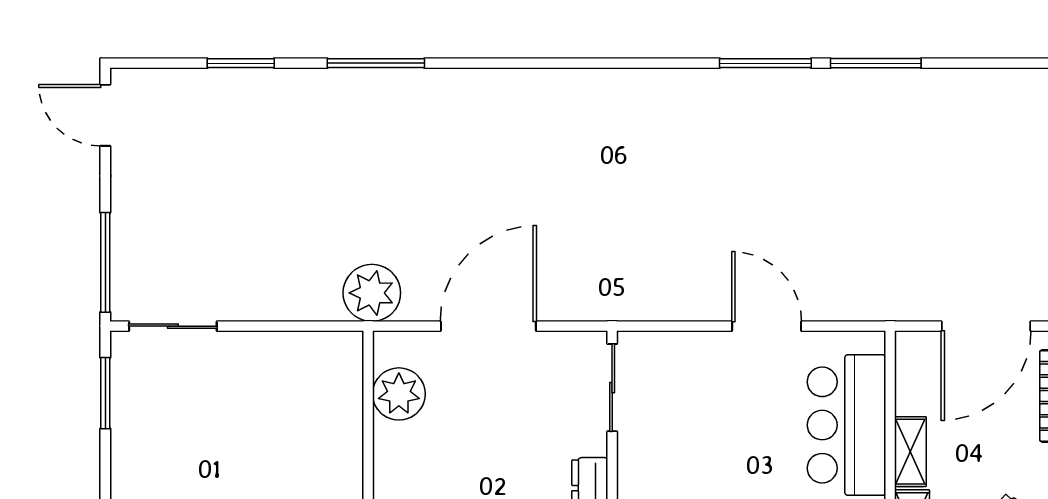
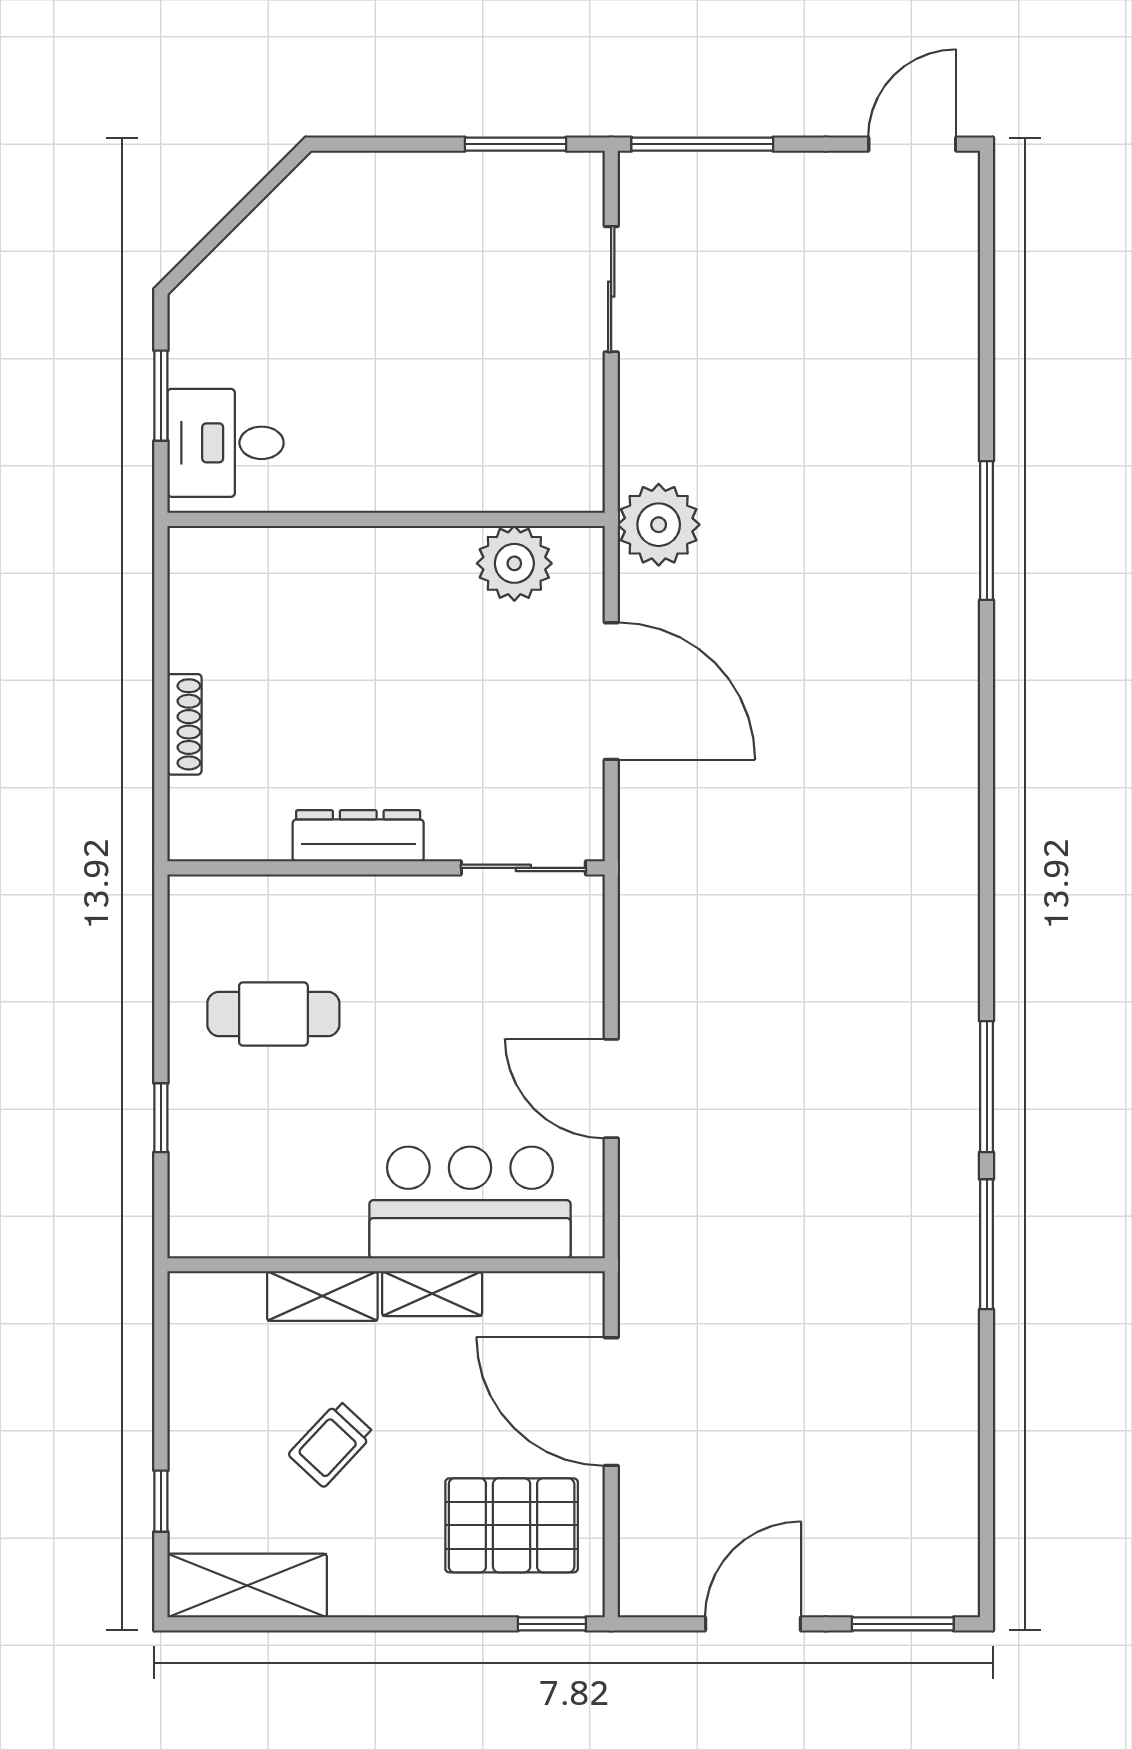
window: (241, 63) -> (987, 338), removed
sliding door: (173, 326) -> (611, 289), moved
door: (767, 326) -> (611, 1088), swing flipped

